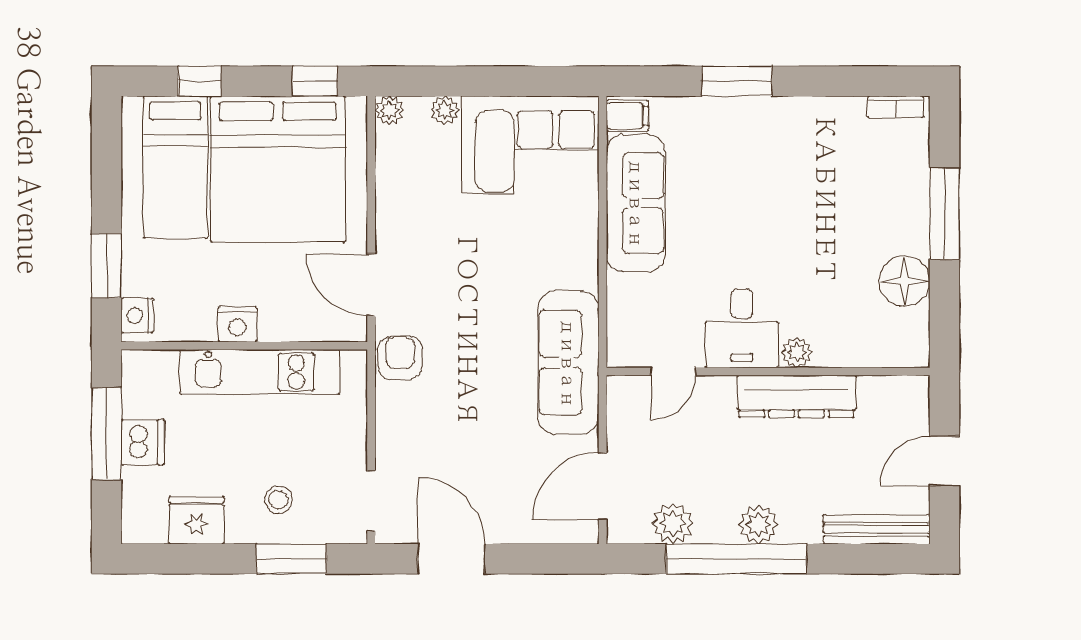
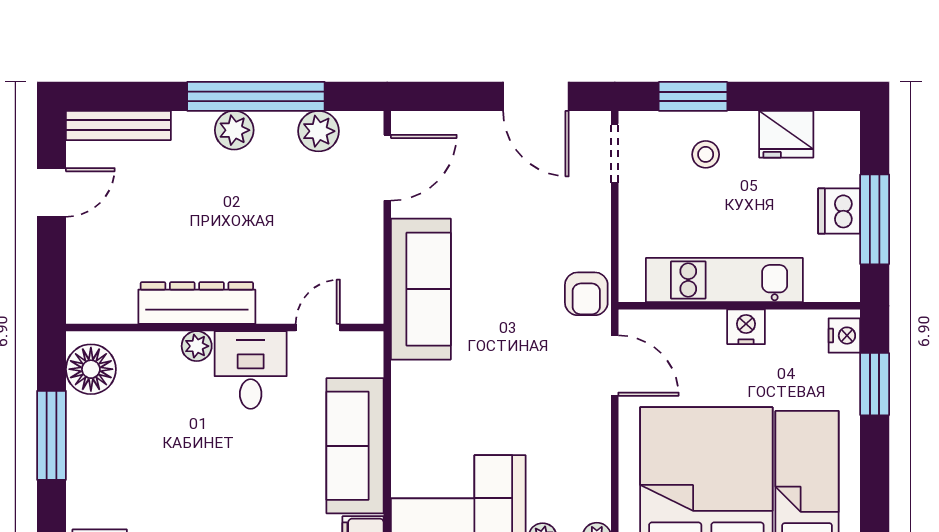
desk: (742, 328) -> (251, 370), moved
plant: (797, 352) -> (197, 346), moved
door: (673, 371) -> (318, 327), moved
wall: (768, 371) -> (225, 327), moved
dresser: (796, 396) -> (197, 303), moved

